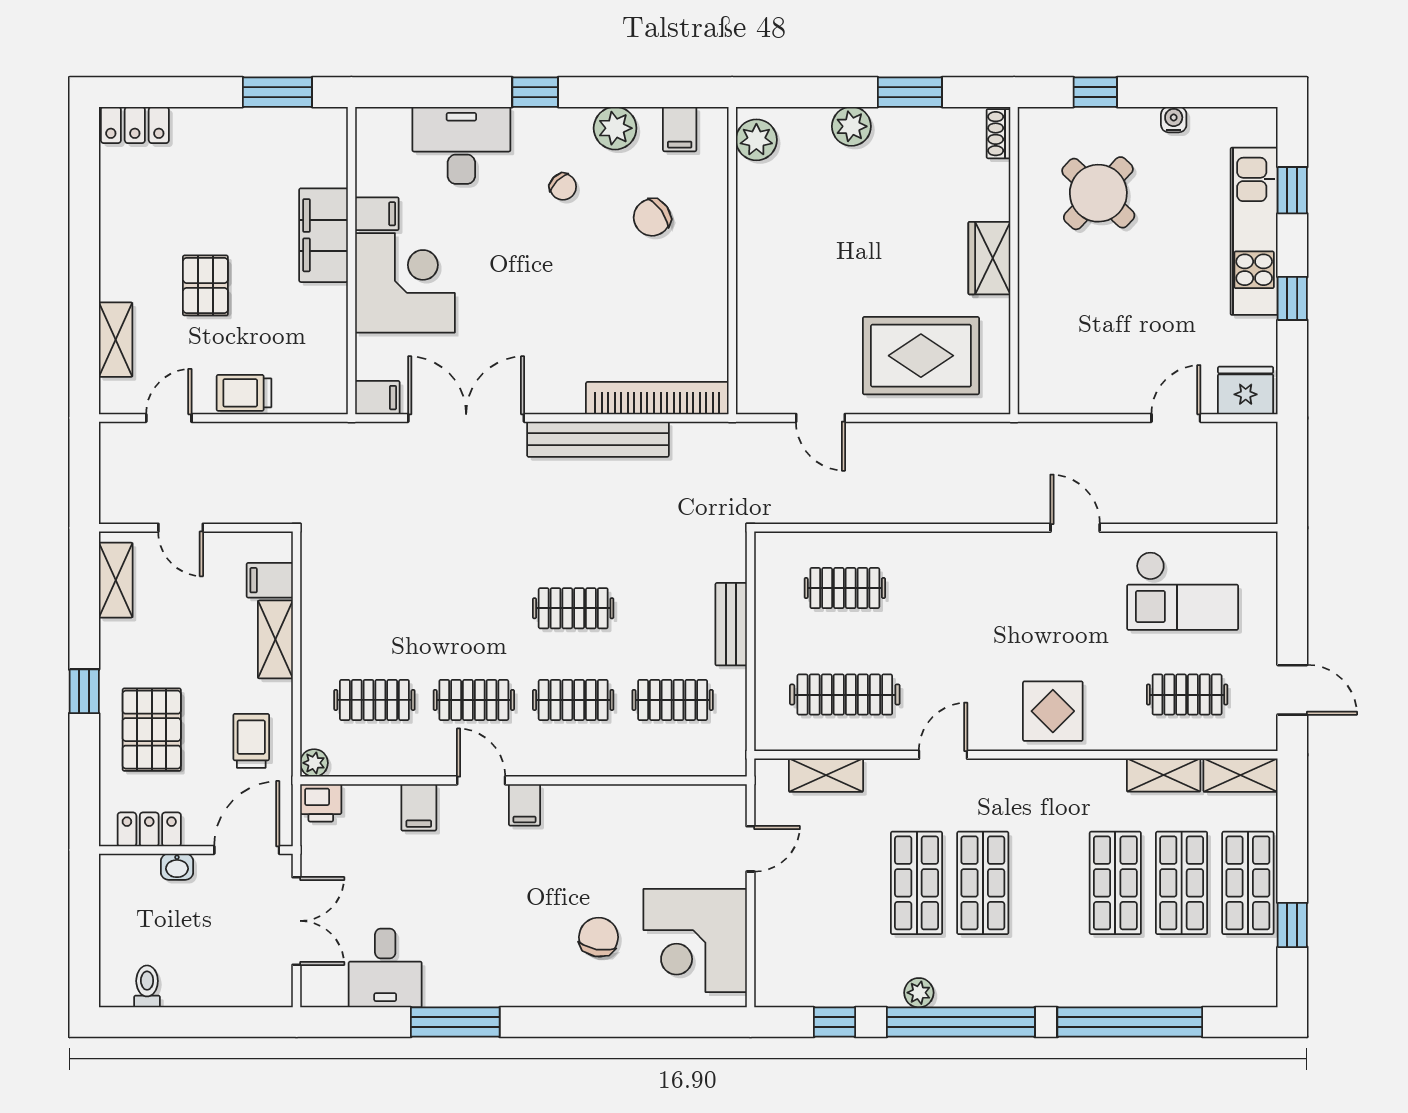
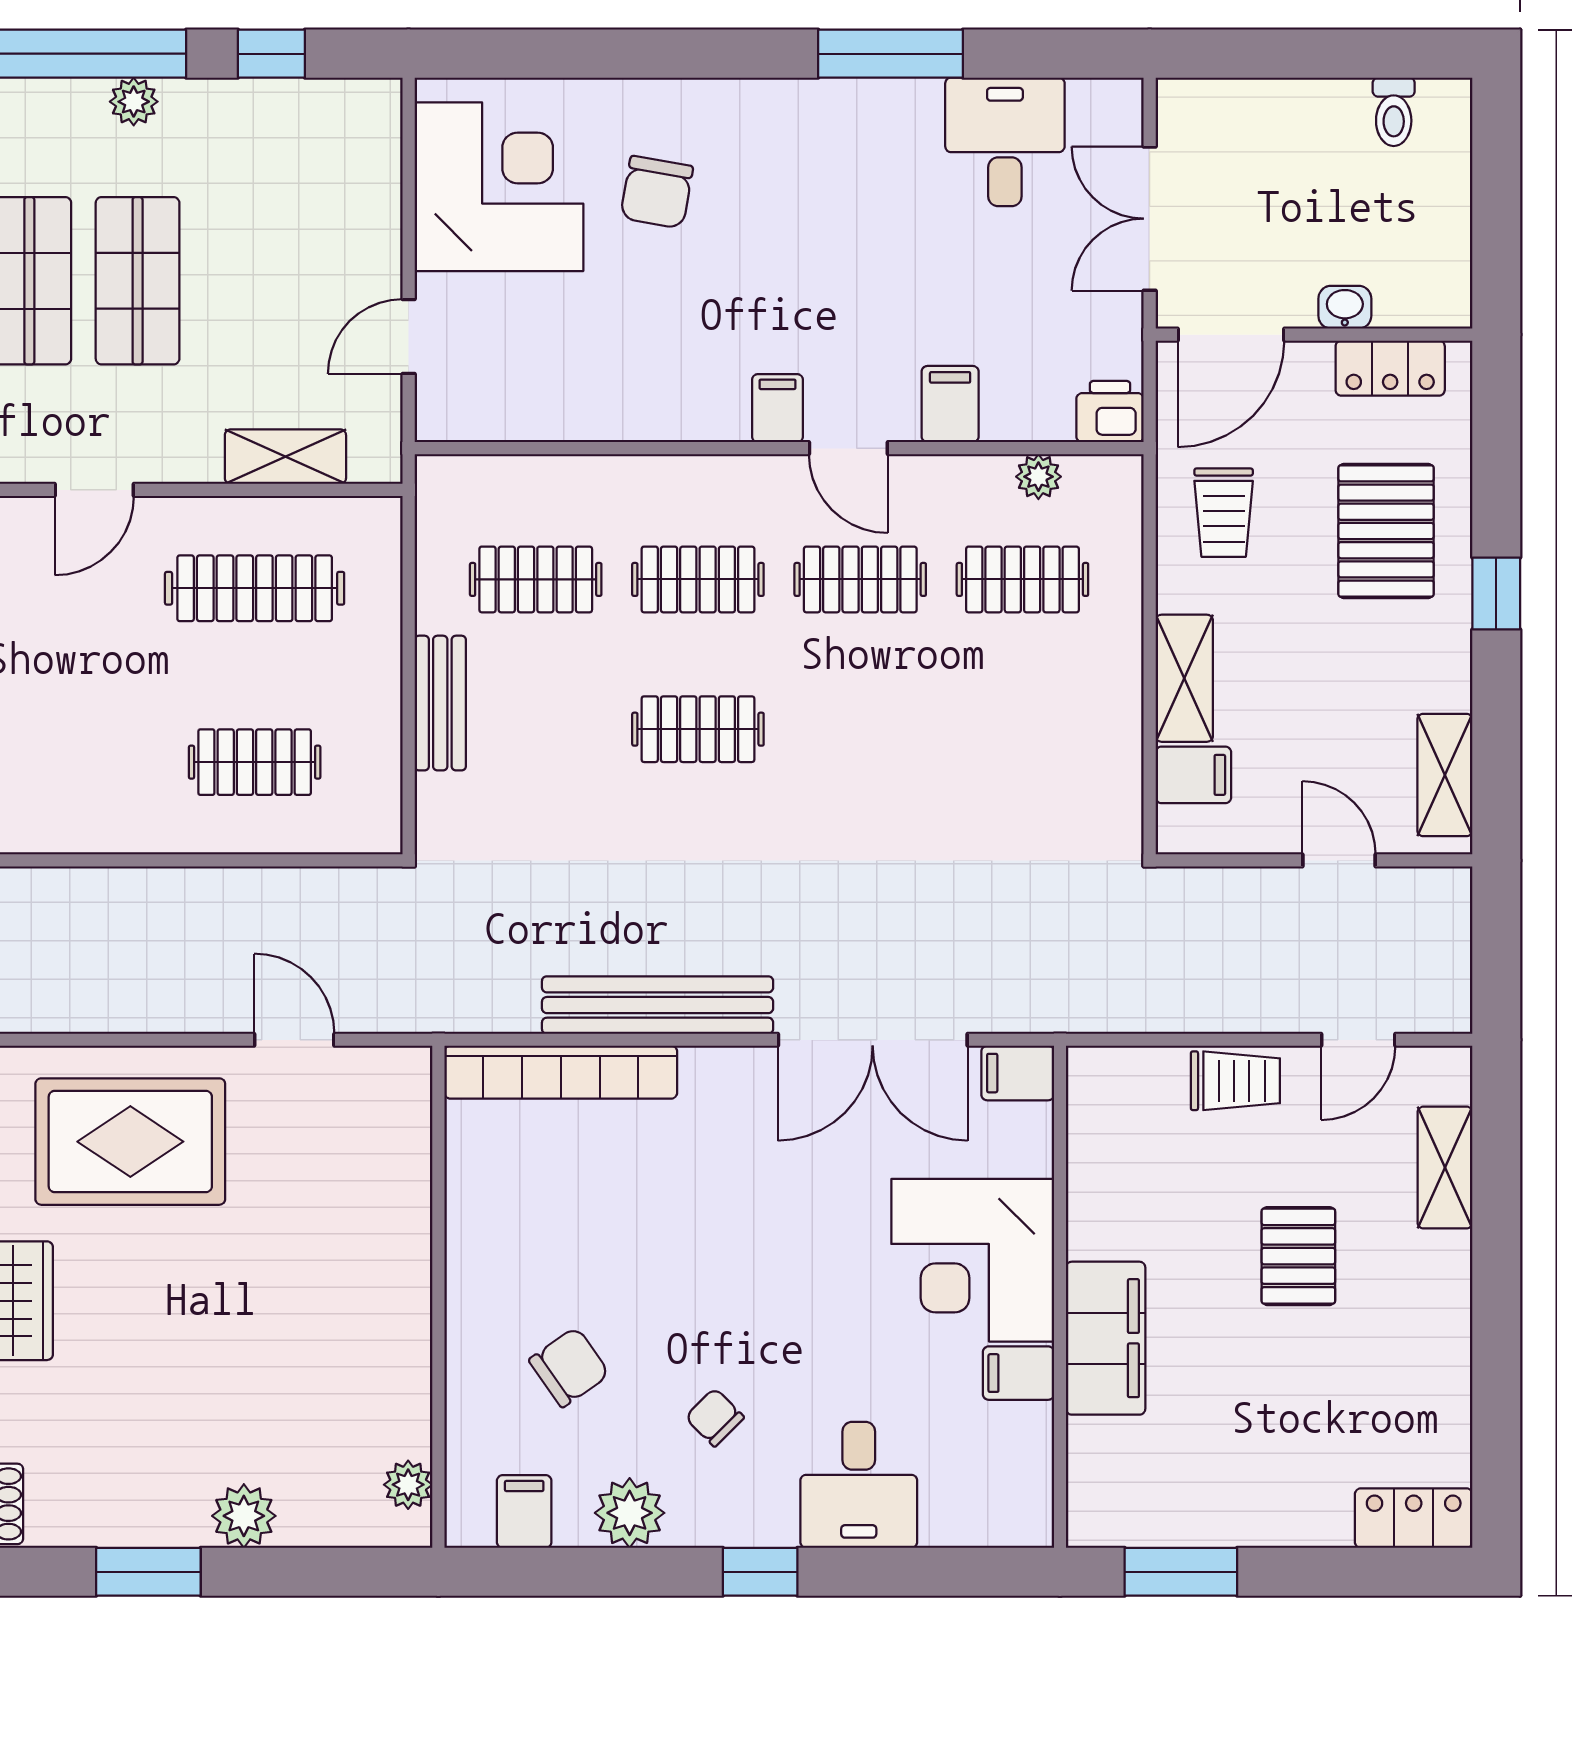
plant: (756, 140) -> (408, 1485), width x0.73, depth x0.73
desk: (461, 145) -> (859, 1485), width x0.73
plant: (314, 763) -> (1038, 477), moved

